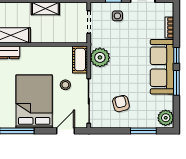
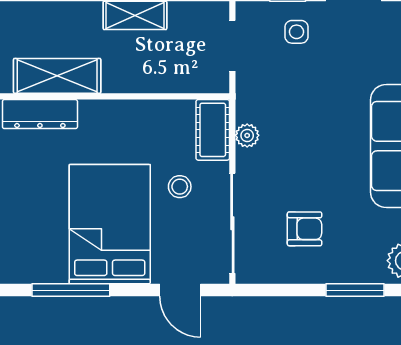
plant: (100, 57) -> (247, 135), width x0.53, depth x0.53
armchair: (121, 104) -> (305, 229), turned 104
door: (66, 131) -> (180, 290), swing flipped

